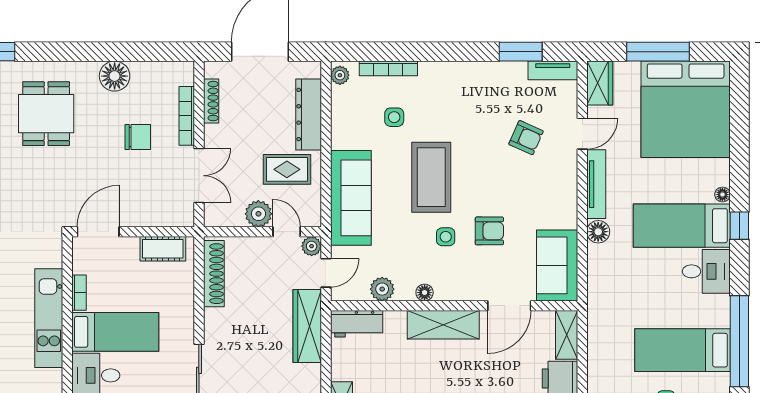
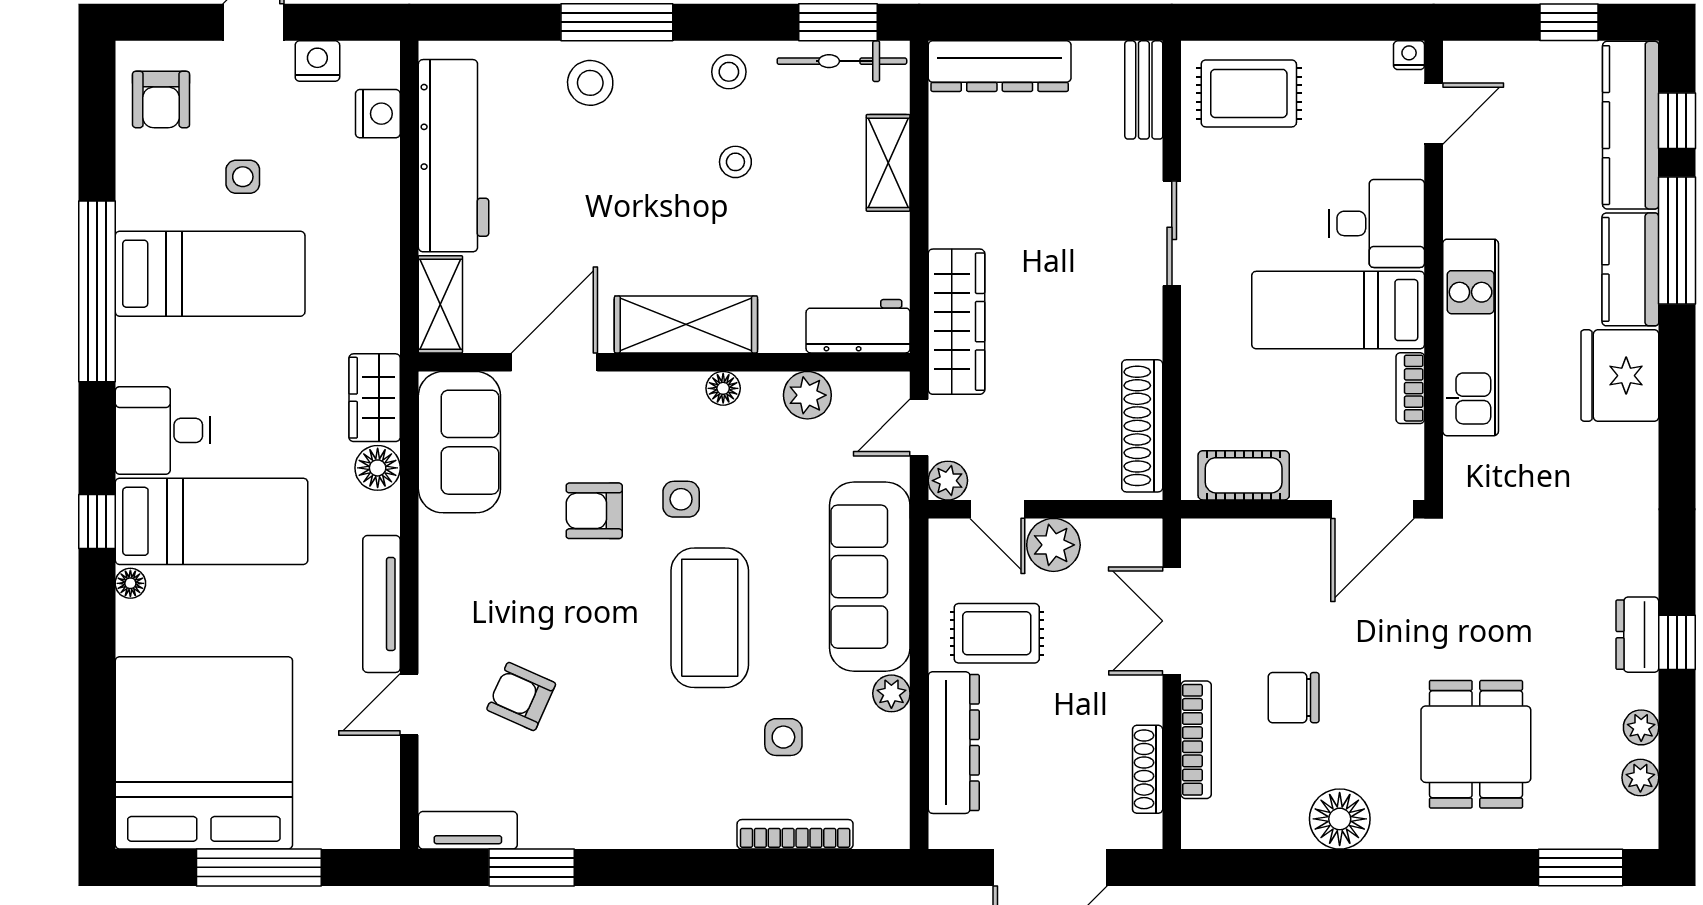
plant: (340, 75) -> (891, 693), moved
wardrobe: (600, 83) -> (375, 398), moved
floor lamp: (598, 232) -> (378, 468), moved

